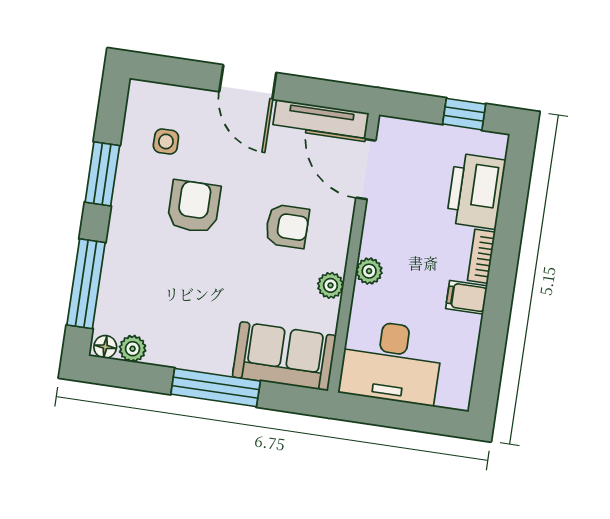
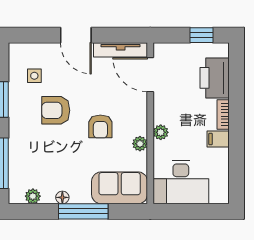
armchair: (194, 207) -> (56, 110), turned -90
armchair: (287, 226) -> (100, 126), moved, turned 90
floor lamp: (105, 347) -> (62, 197), moved

